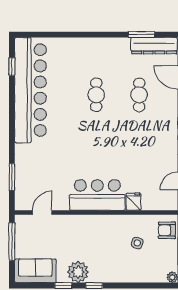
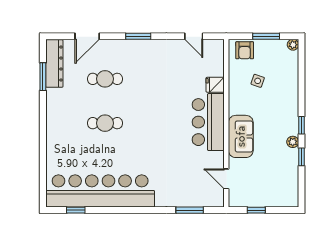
window: (12, 242) -> (256, 210), width x0.46
sofa: (35, 271) -> (241, 136), moved, turned 180
plant: (78, 272) -> (293, 142), width x0.53, depth x0.53

